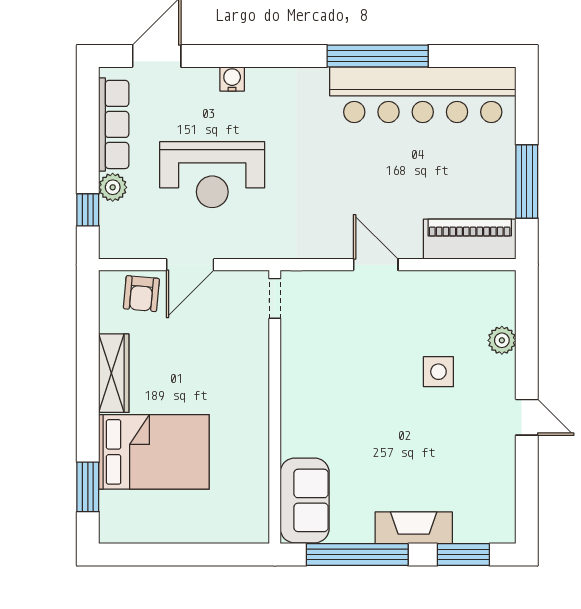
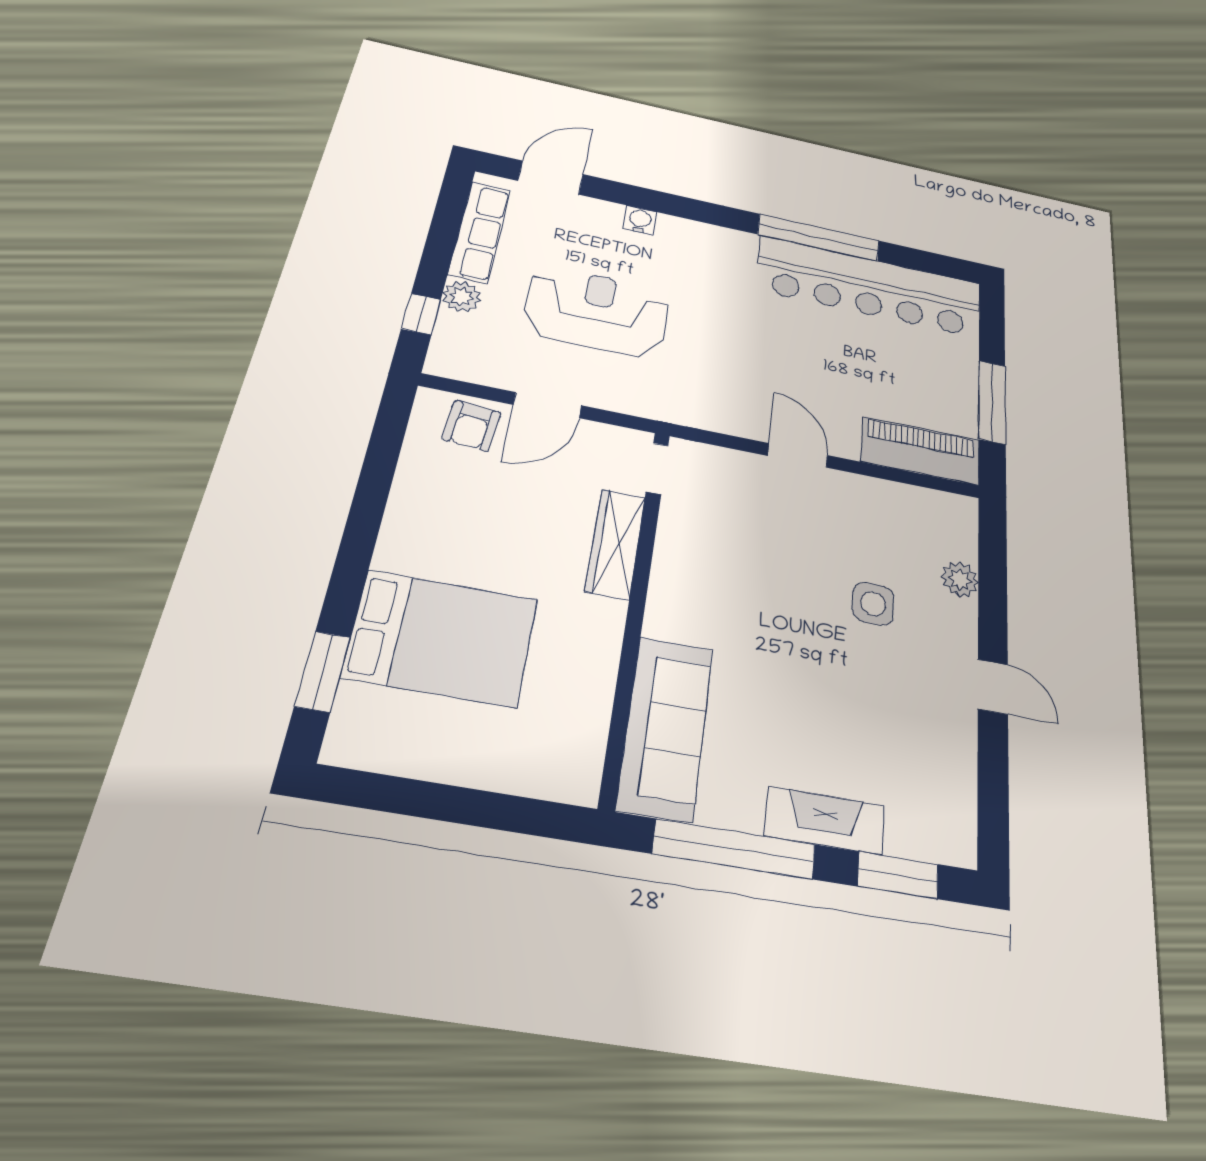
reception desk: (212, 175) -> (597, 311), turned 180
wardrobe: (114, 373) -> (616, 543), moved, turned 180
sofa: (305, 500) -> (666, 727), width x1.36

